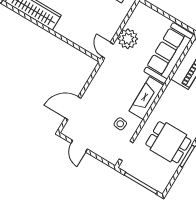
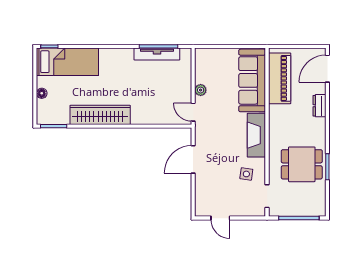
plant: (128, 39) -> (201, 90), width x0.53, depth x0.53
door: (73, 108) -> (193, 159), moved

